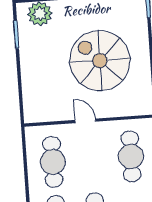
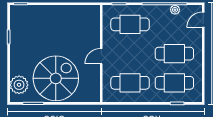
spiral stairs: (100, 61) -> (56, 78), moved, turned 180

